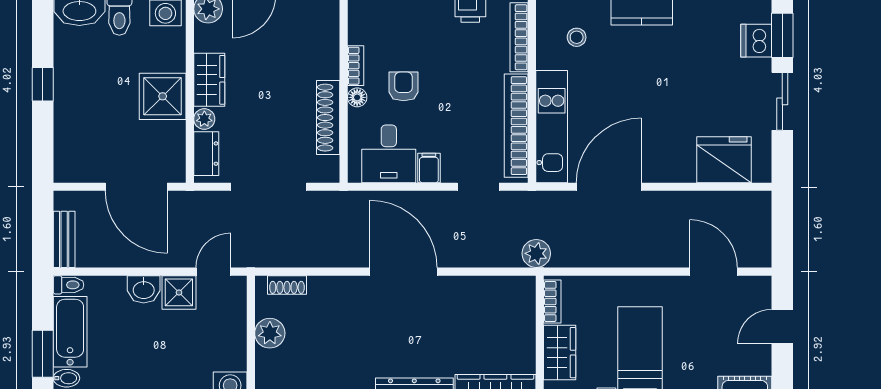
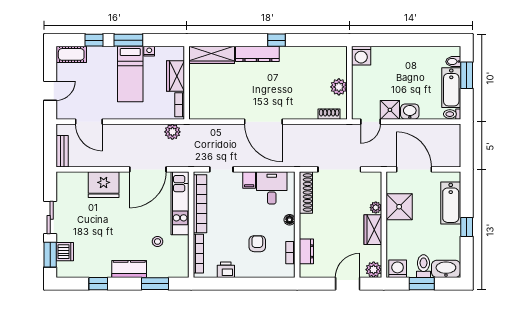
stool: (577, 37) -> (158, 241), moved
bookcase: (356, 66) -> (290, 253), moved
armchair: (404, 86) -> (257, 244), moved, turned 180
shower: (163, 96) -> (399, 207), moved
shoe rack: (328, 118) -> (306, 193), moved
bathtub: (71, 127) -> (451, 203), added
dresser: (206, 154) -> (306, 251), moved, turned 180
fridge: (724, 160) -> (104, 185), moved
bench: (64, 239) -> (62, 151), moved
plant: (536, 253) -> (172, 132), moved

